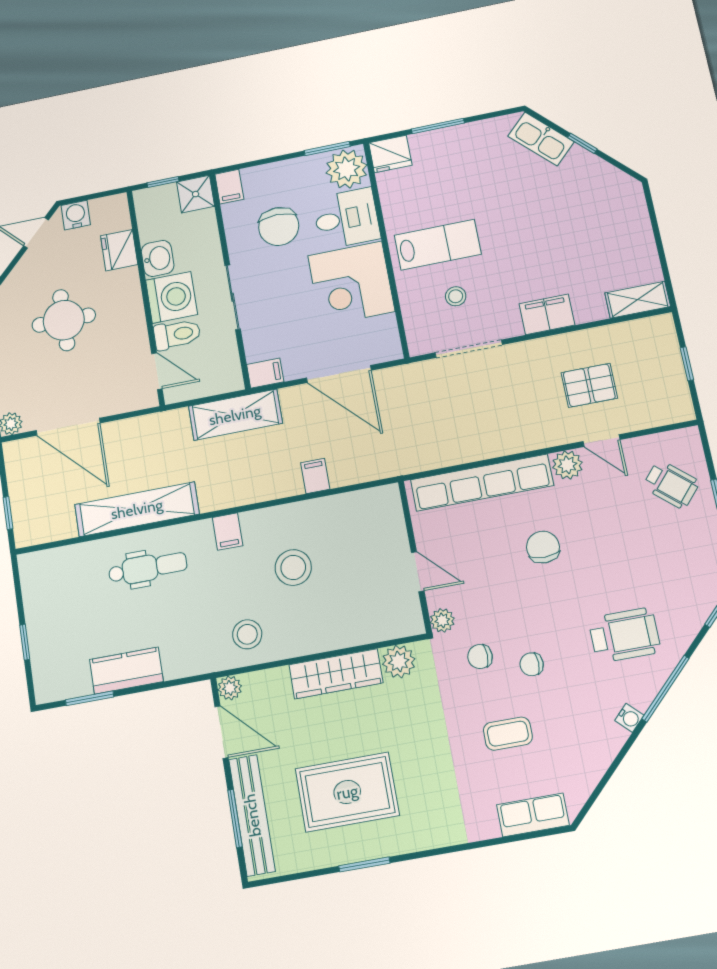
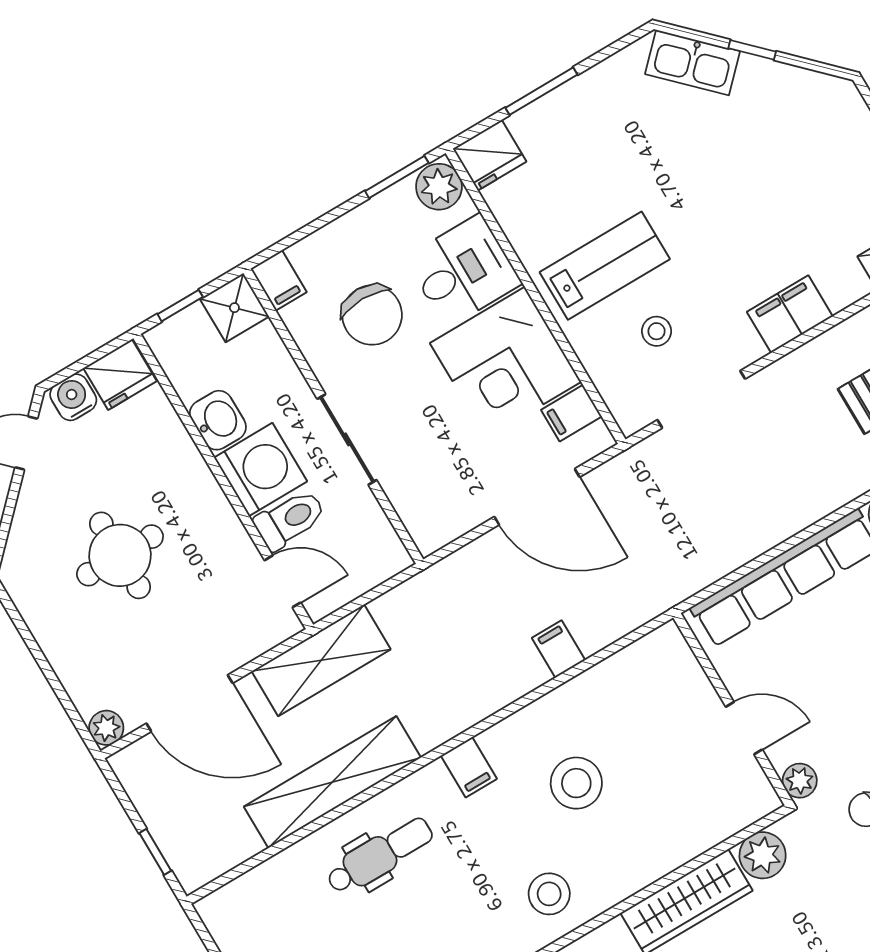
plant: (347, 169) -> (439, 187), width x0.73, depth x0.73
fridge: (119, 250) -> (120, 375), moved, turned -90
filing cabinet: (265, 373) -> (571, 413), moved, turned 180
shelving: (235, 415) -> (321, 660), moved

